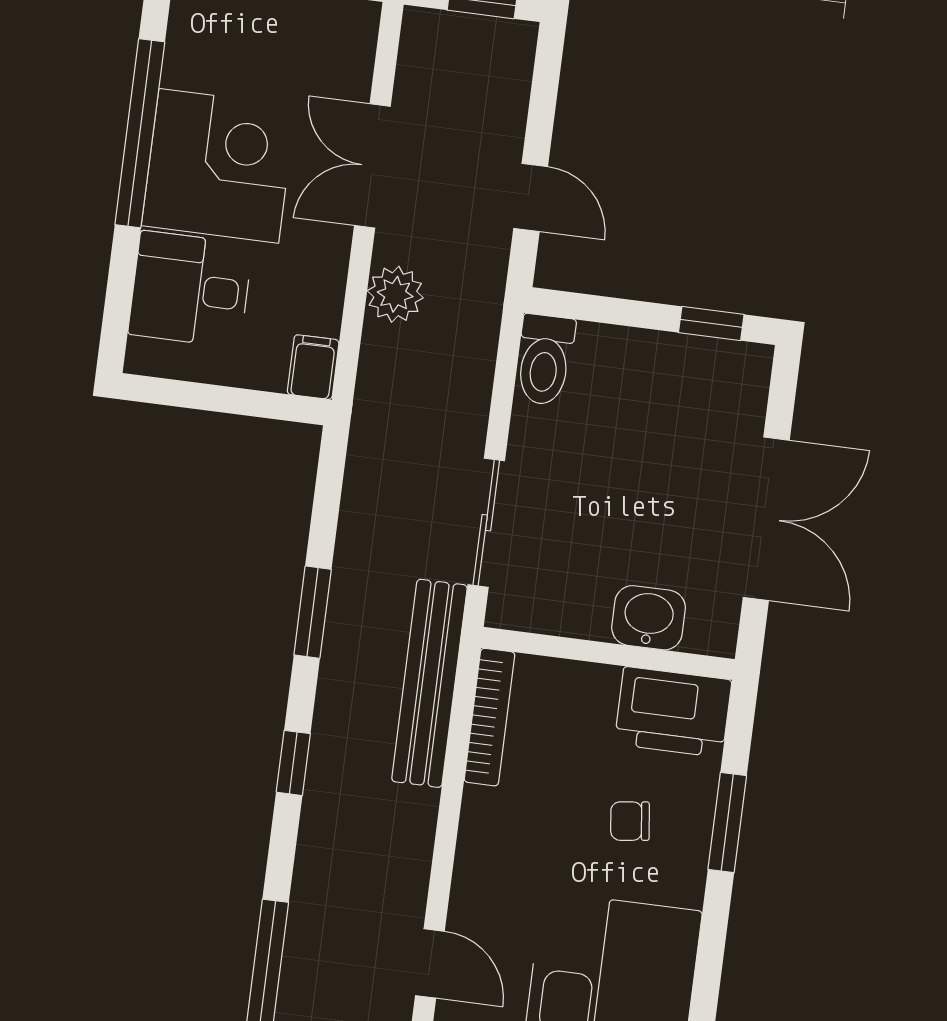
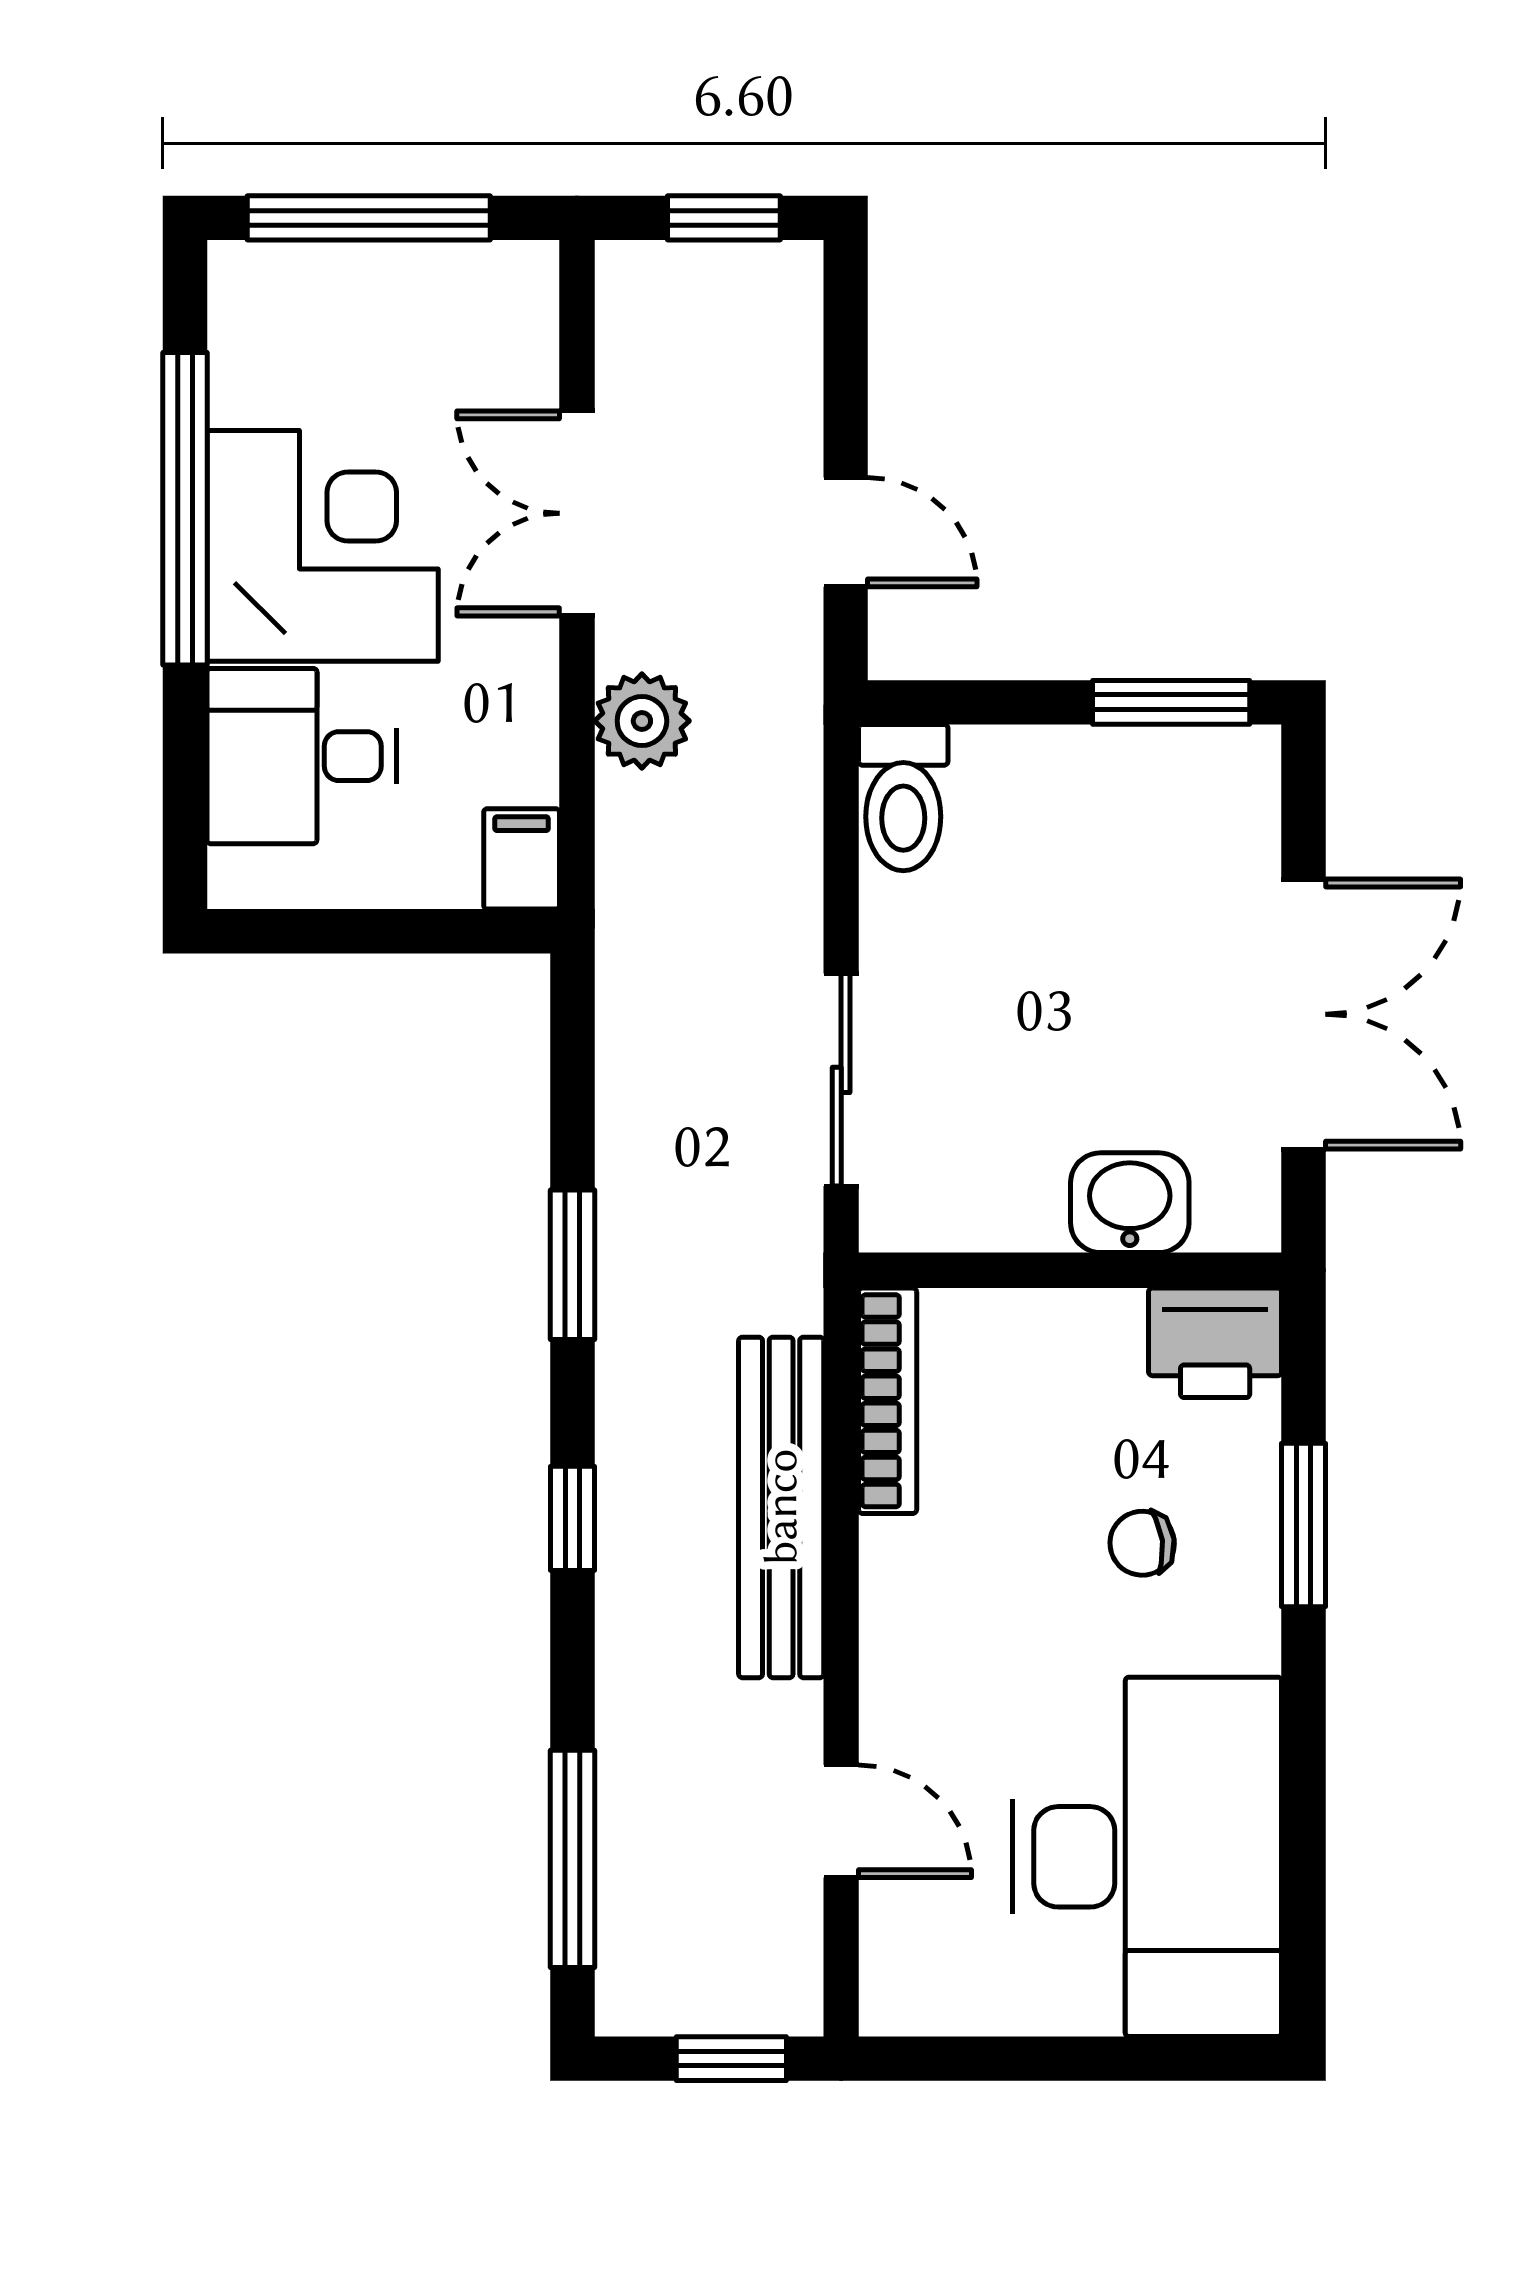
window: (711, 323) -> (1171, 702), width x1.50
bench: (429, 683) -> (781, 1507), moved
printer: (673, 712) -> (1215, 1343), width x0.73, depth x0.84

